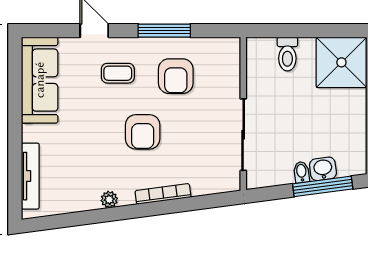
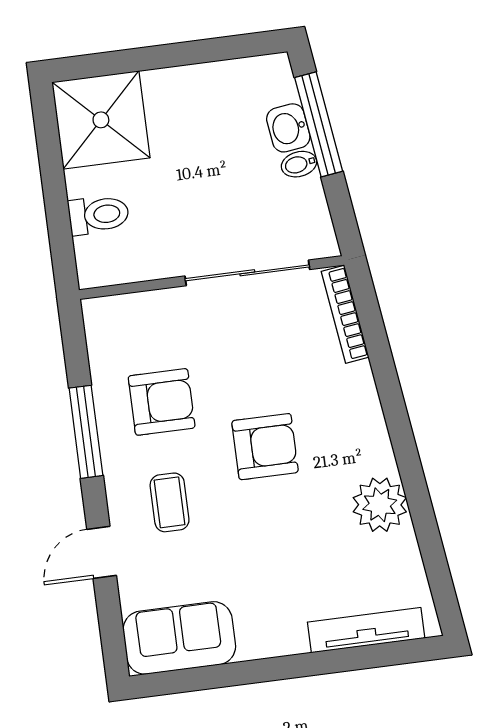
sofa: (40, 80) -> (179, 638), width x0.73
bookcase: (163, 194) -> (345, 314), moved
plant: (109, 200) -> (380, 505), width x1.88, depth x1.88

